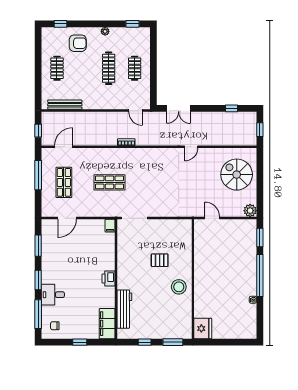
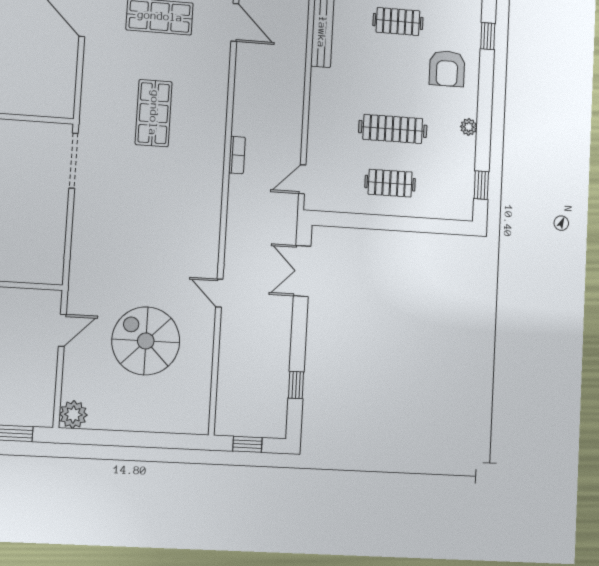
spiral stairs: (237, 175) -> (146, 341), moved, turned -90
filing cabinet: (110, 226) -> (60, 108), removed

